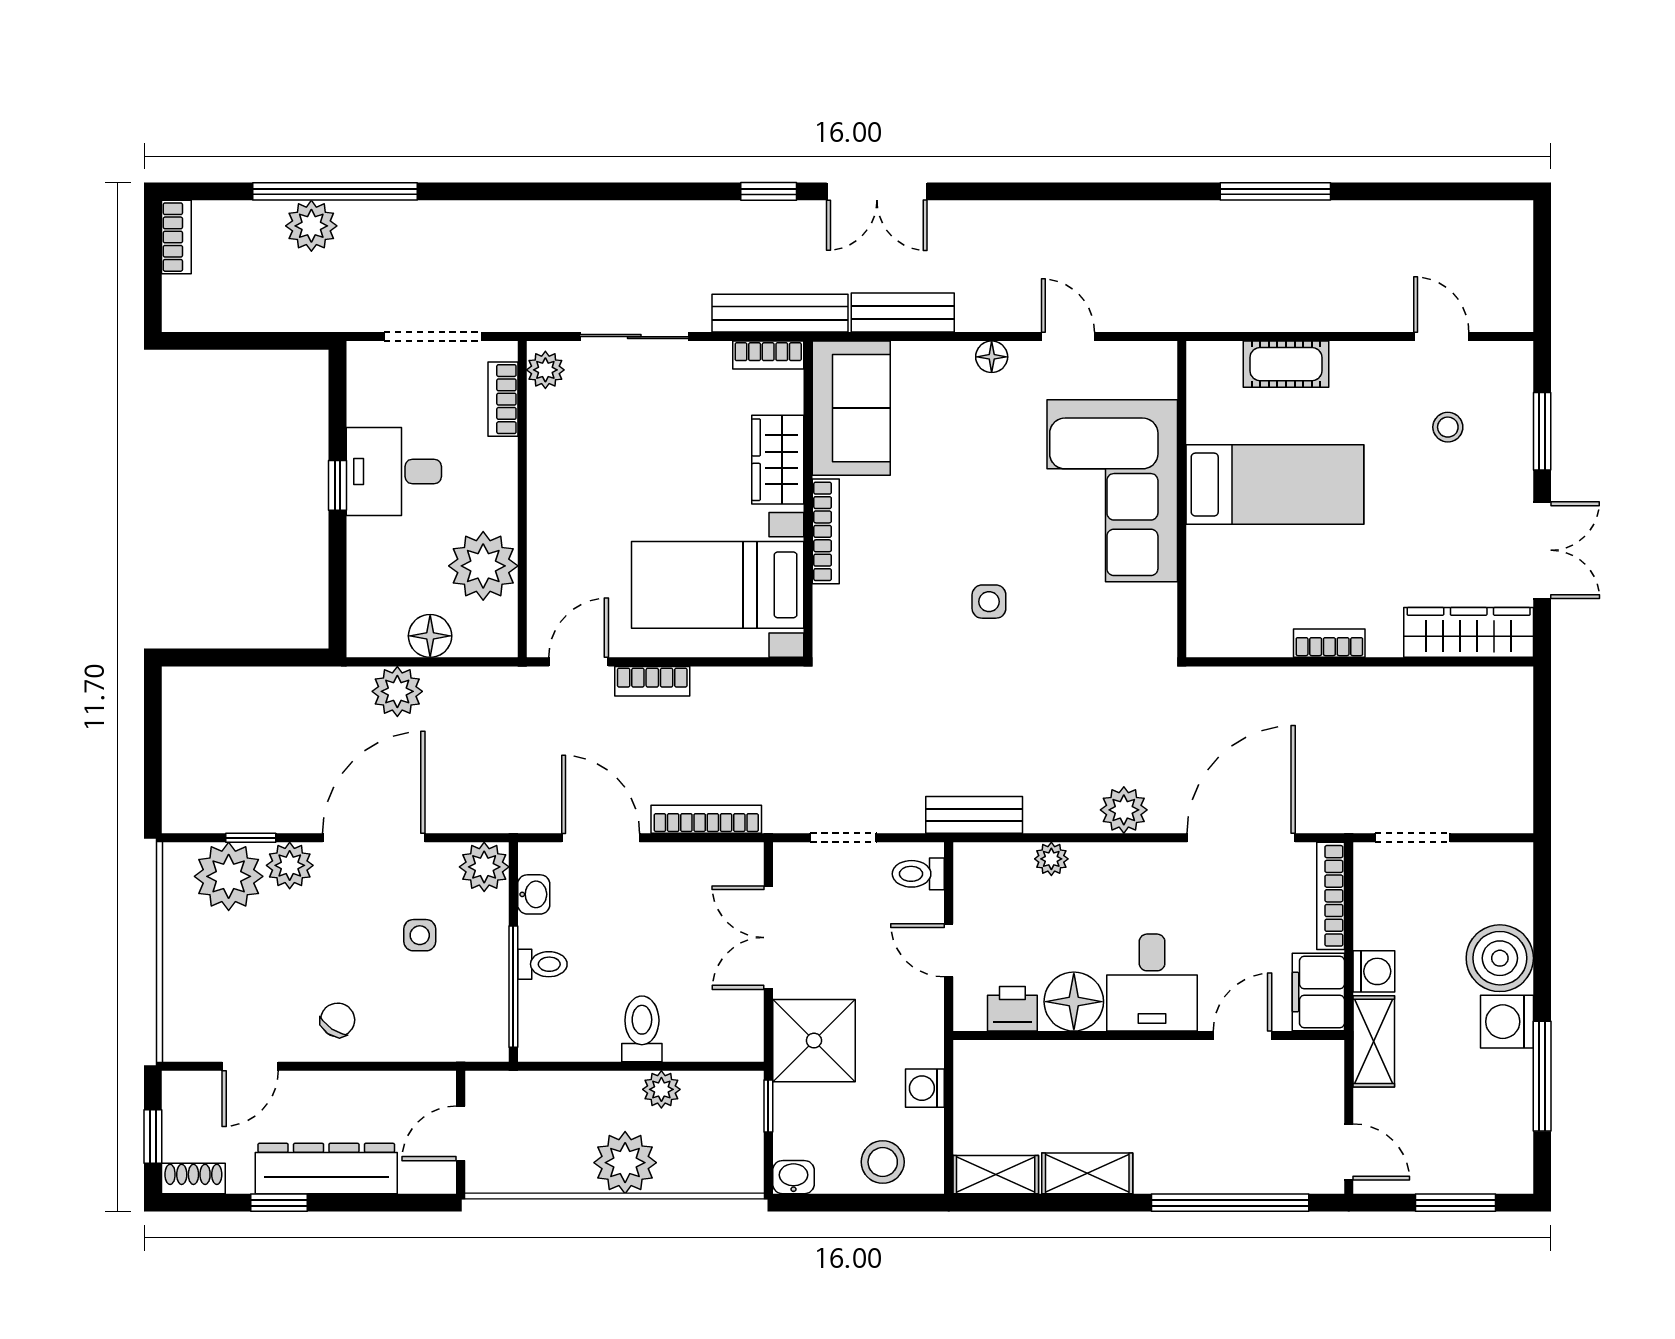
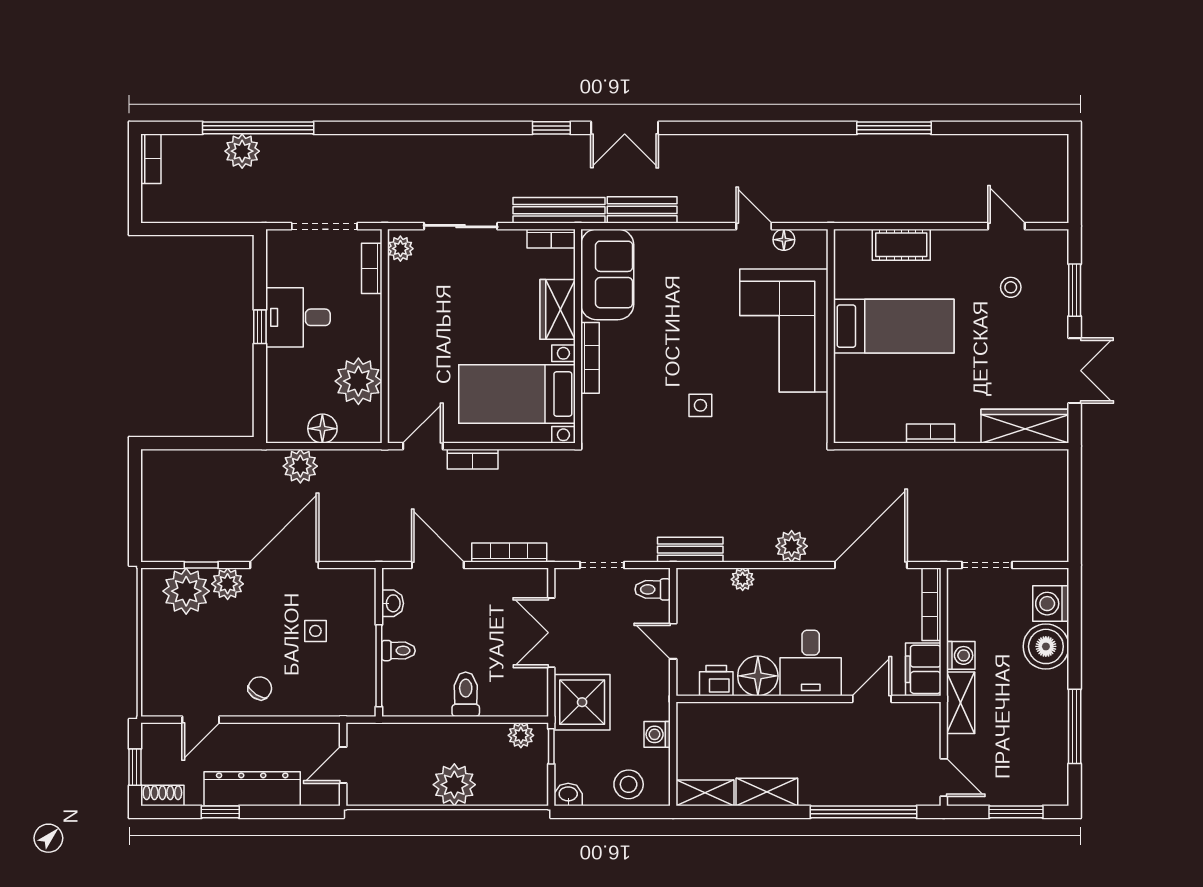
floor lamp: (992, 357) -> (784, 240), moved
plant: (484, 867) -> (359, 585), removed
washing machine: (1507, 1022) -> (1051, 604), moved
plant: (661, 1089) -> (521, 735), moved

